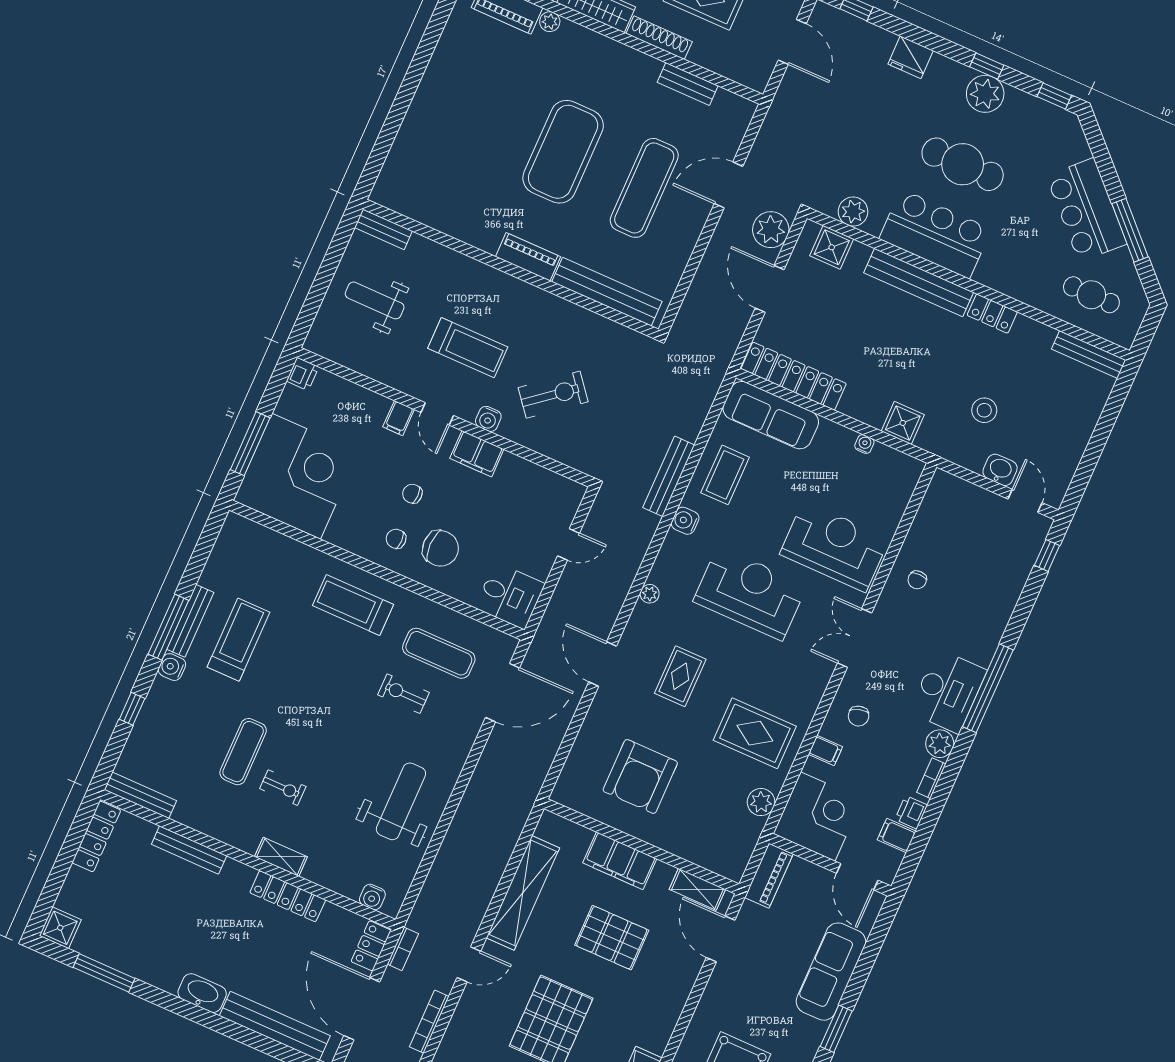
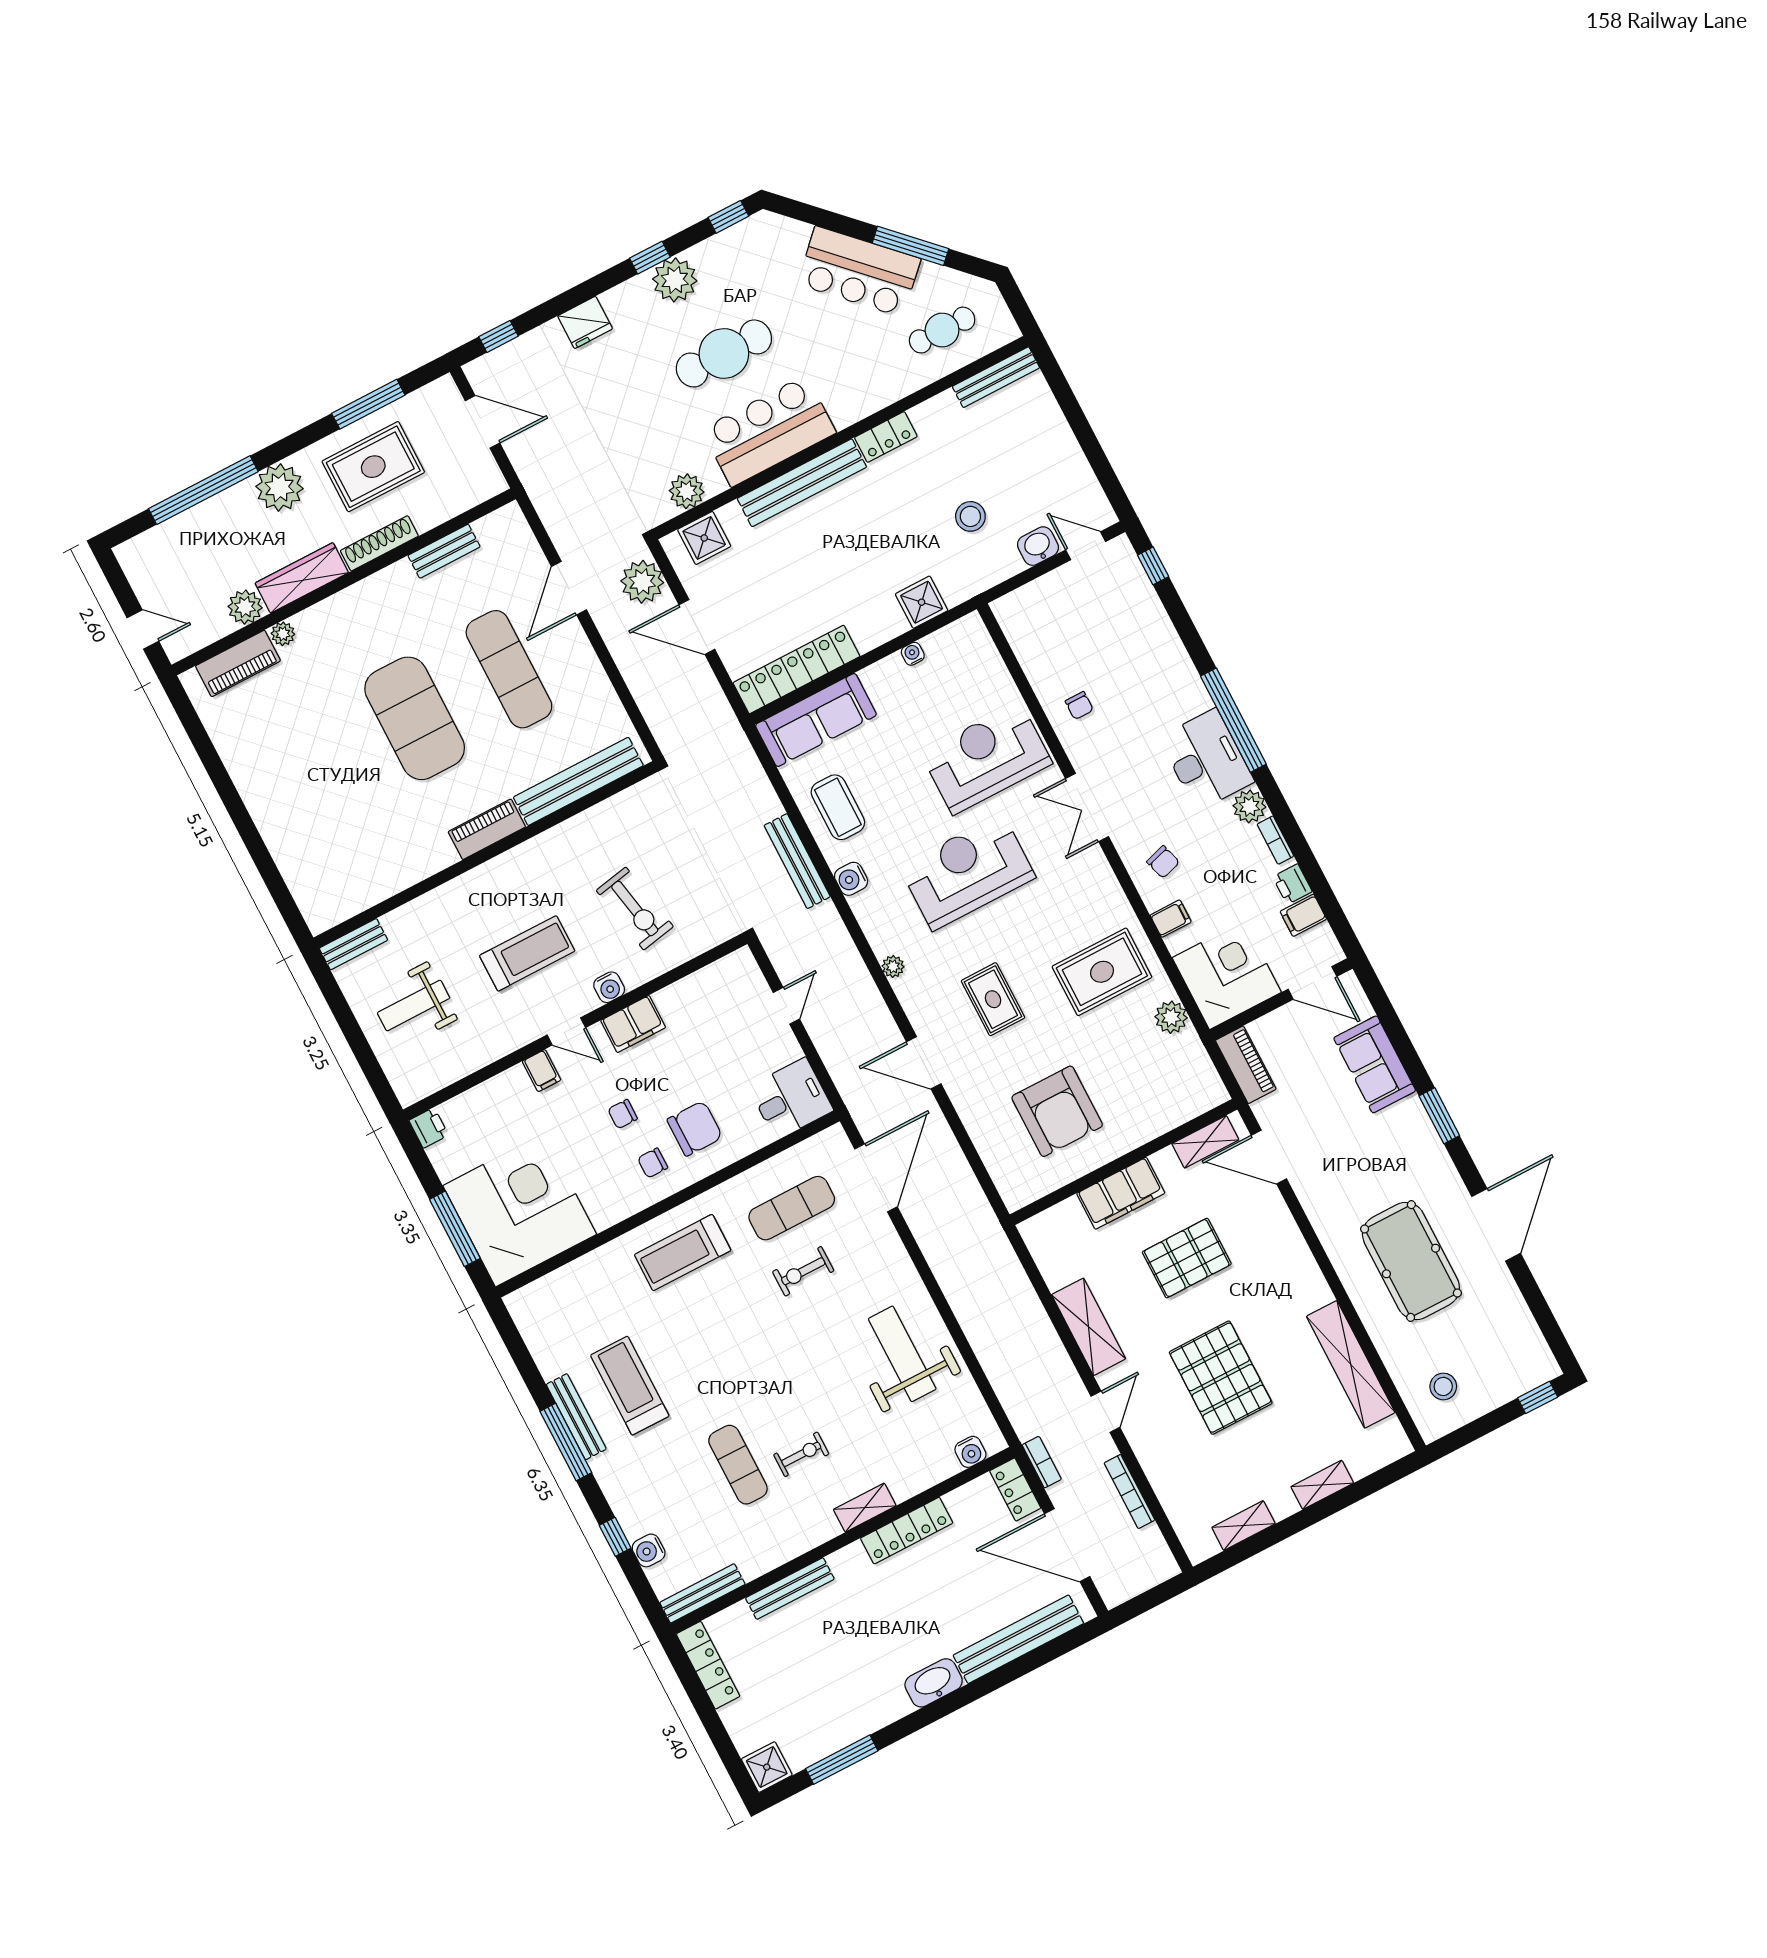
exercise bike: (553, 395) -> (635, 908), turned 118
water cooler: (172, 667) -> (649, 1550), moved
shelving: (523, 893) -> (1089, 1327), width x0.68
sofa: (831, 972) -> (1375, 1064), width x0.73

